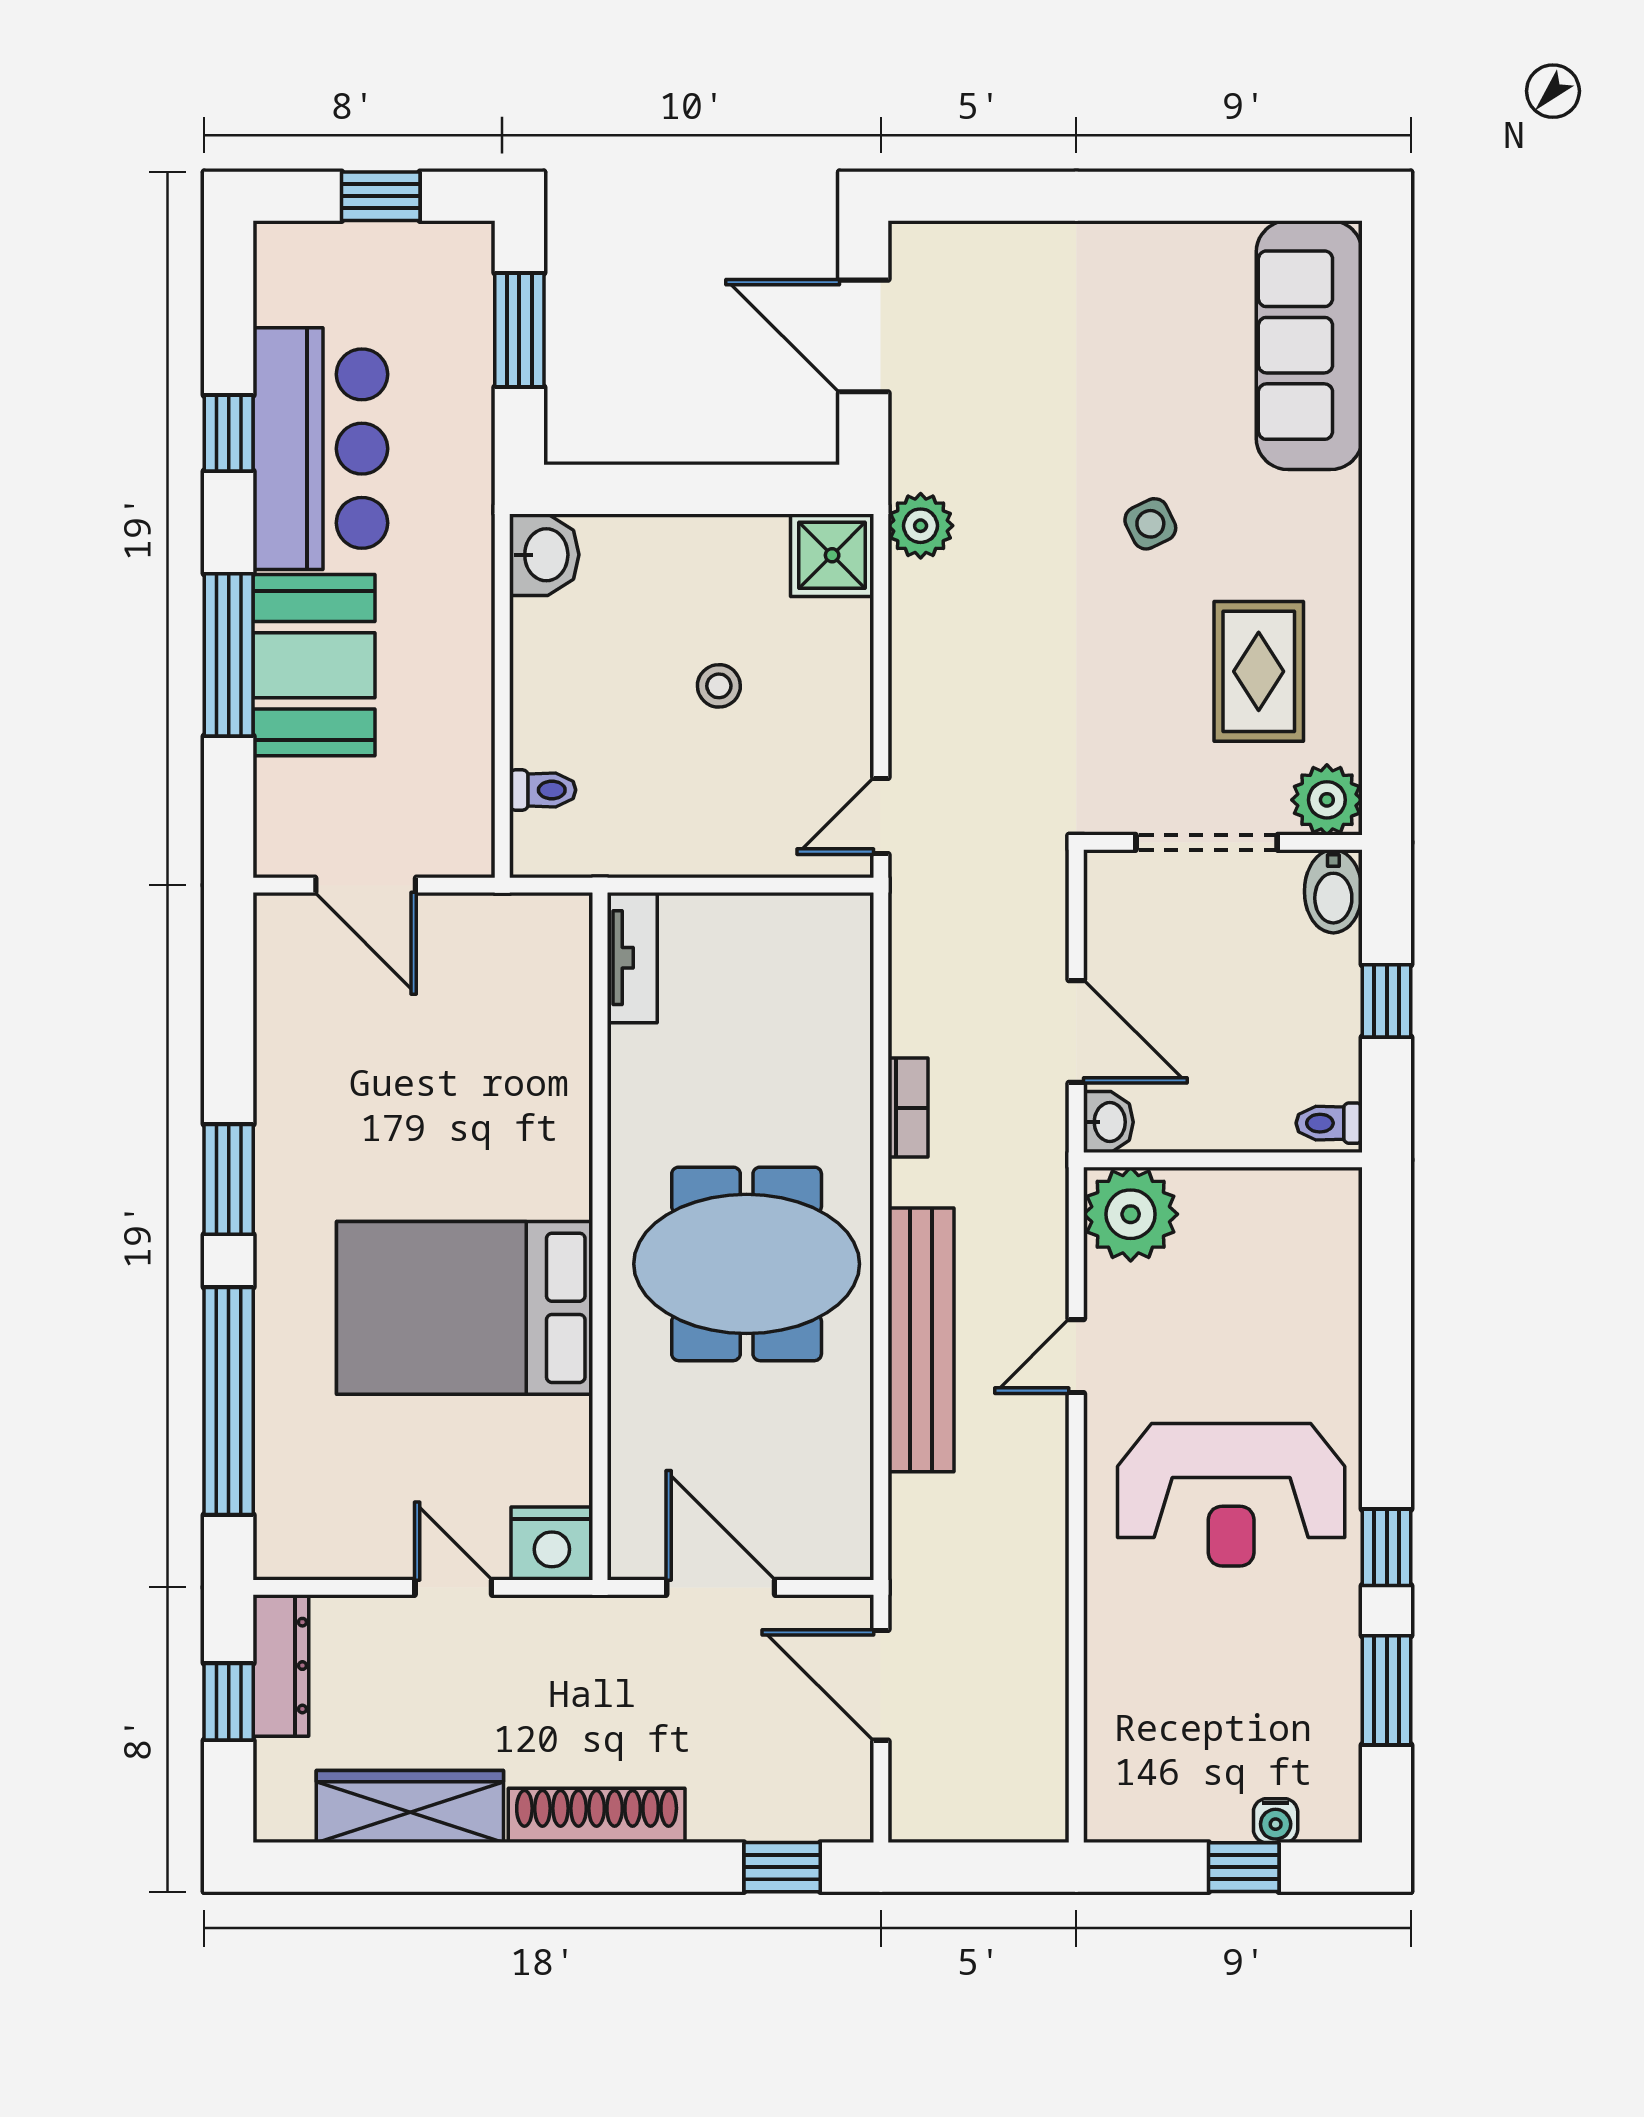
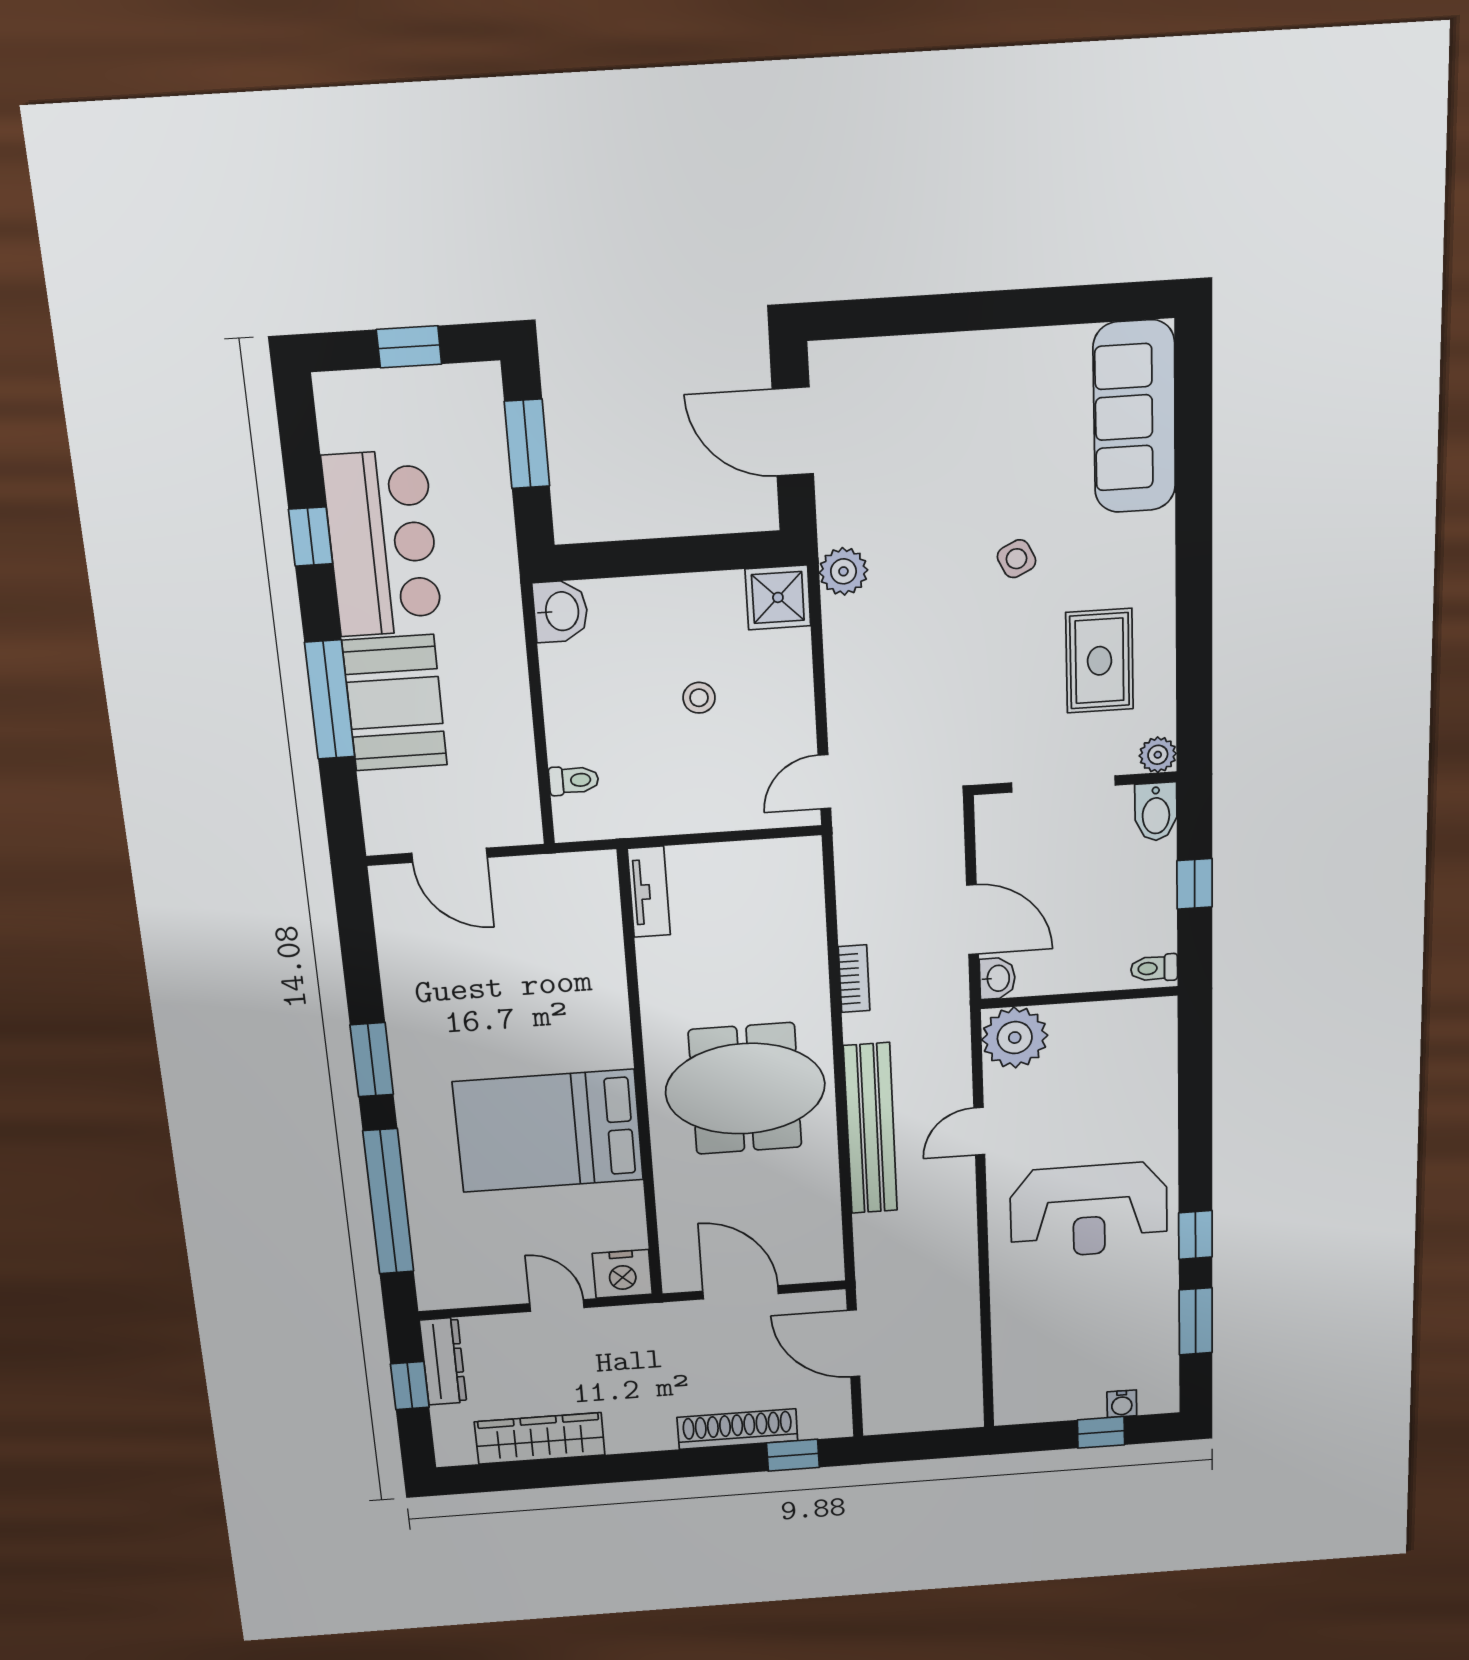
plant: (1327, 800) -> (1158, 755), width x0.73, depth x0.73
shoe rack: (597, 1815) -> (737, 1429), moved

